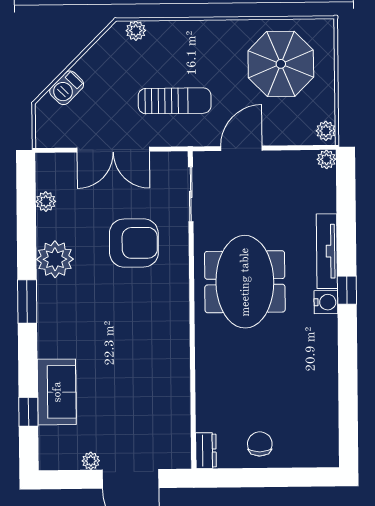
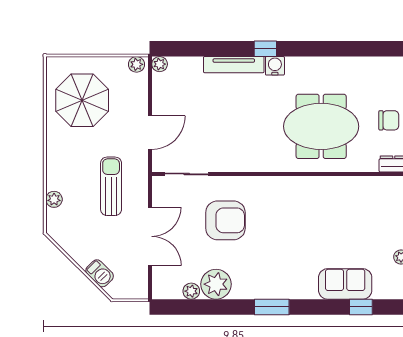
plant: (136, 31) -> (54, 199), moved
door: (242, 148) -> (150, 133), swing flipped
armchair: (134, 243) -> (225, 220), turned 90
plant: (55, 259) -> (216, 284), moved
meeting table: (245, 282) -> (321, 126), moved
chair: (260, 444) -> (389, 120), turned 180

